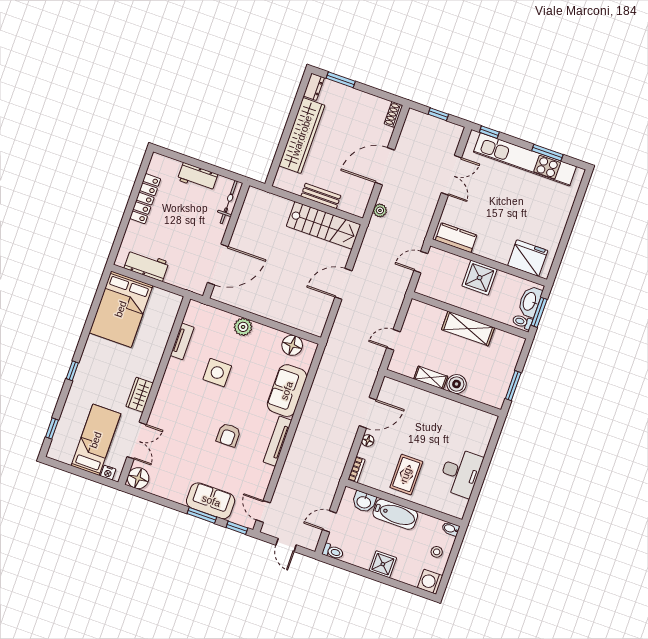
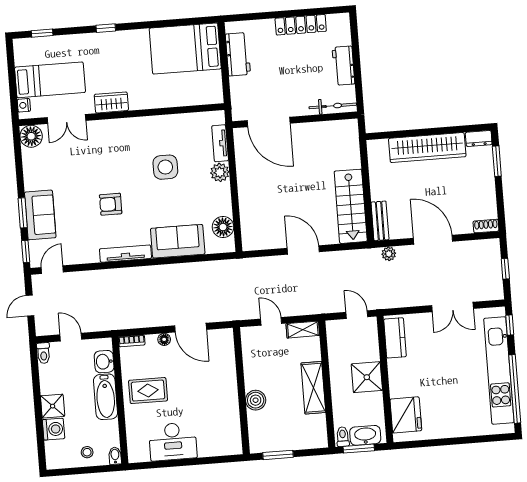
window: (547, 153) -> (515, 389), width x2.11
bench: (321, 196) -> (380, 221), moved
tv unit: (182, 341) -> (220, 143), moved, turned 90
shelving: (431, 378) -> (303, 330), moved, turned 90
washing machine: (430, 582) -> (54, 429), moved, turned 90

